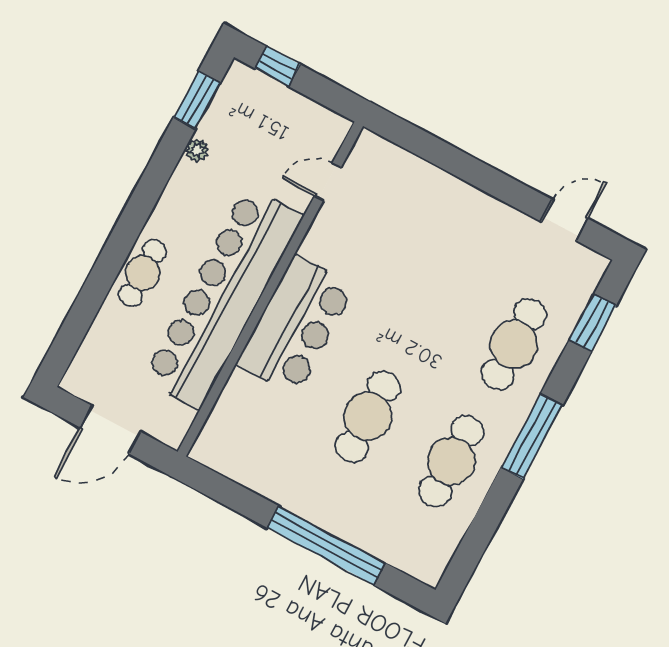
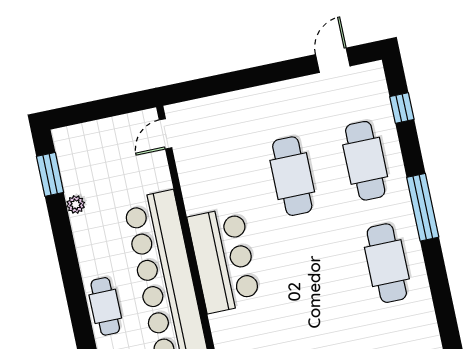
window: (277, 66) -> (82, 113), removed
door: (328, 182) -> (166, 134), moved
window: (593, 323) -> (402, 108), width x0.67
cafe table: (368, 417) -> (292, 176), moved

